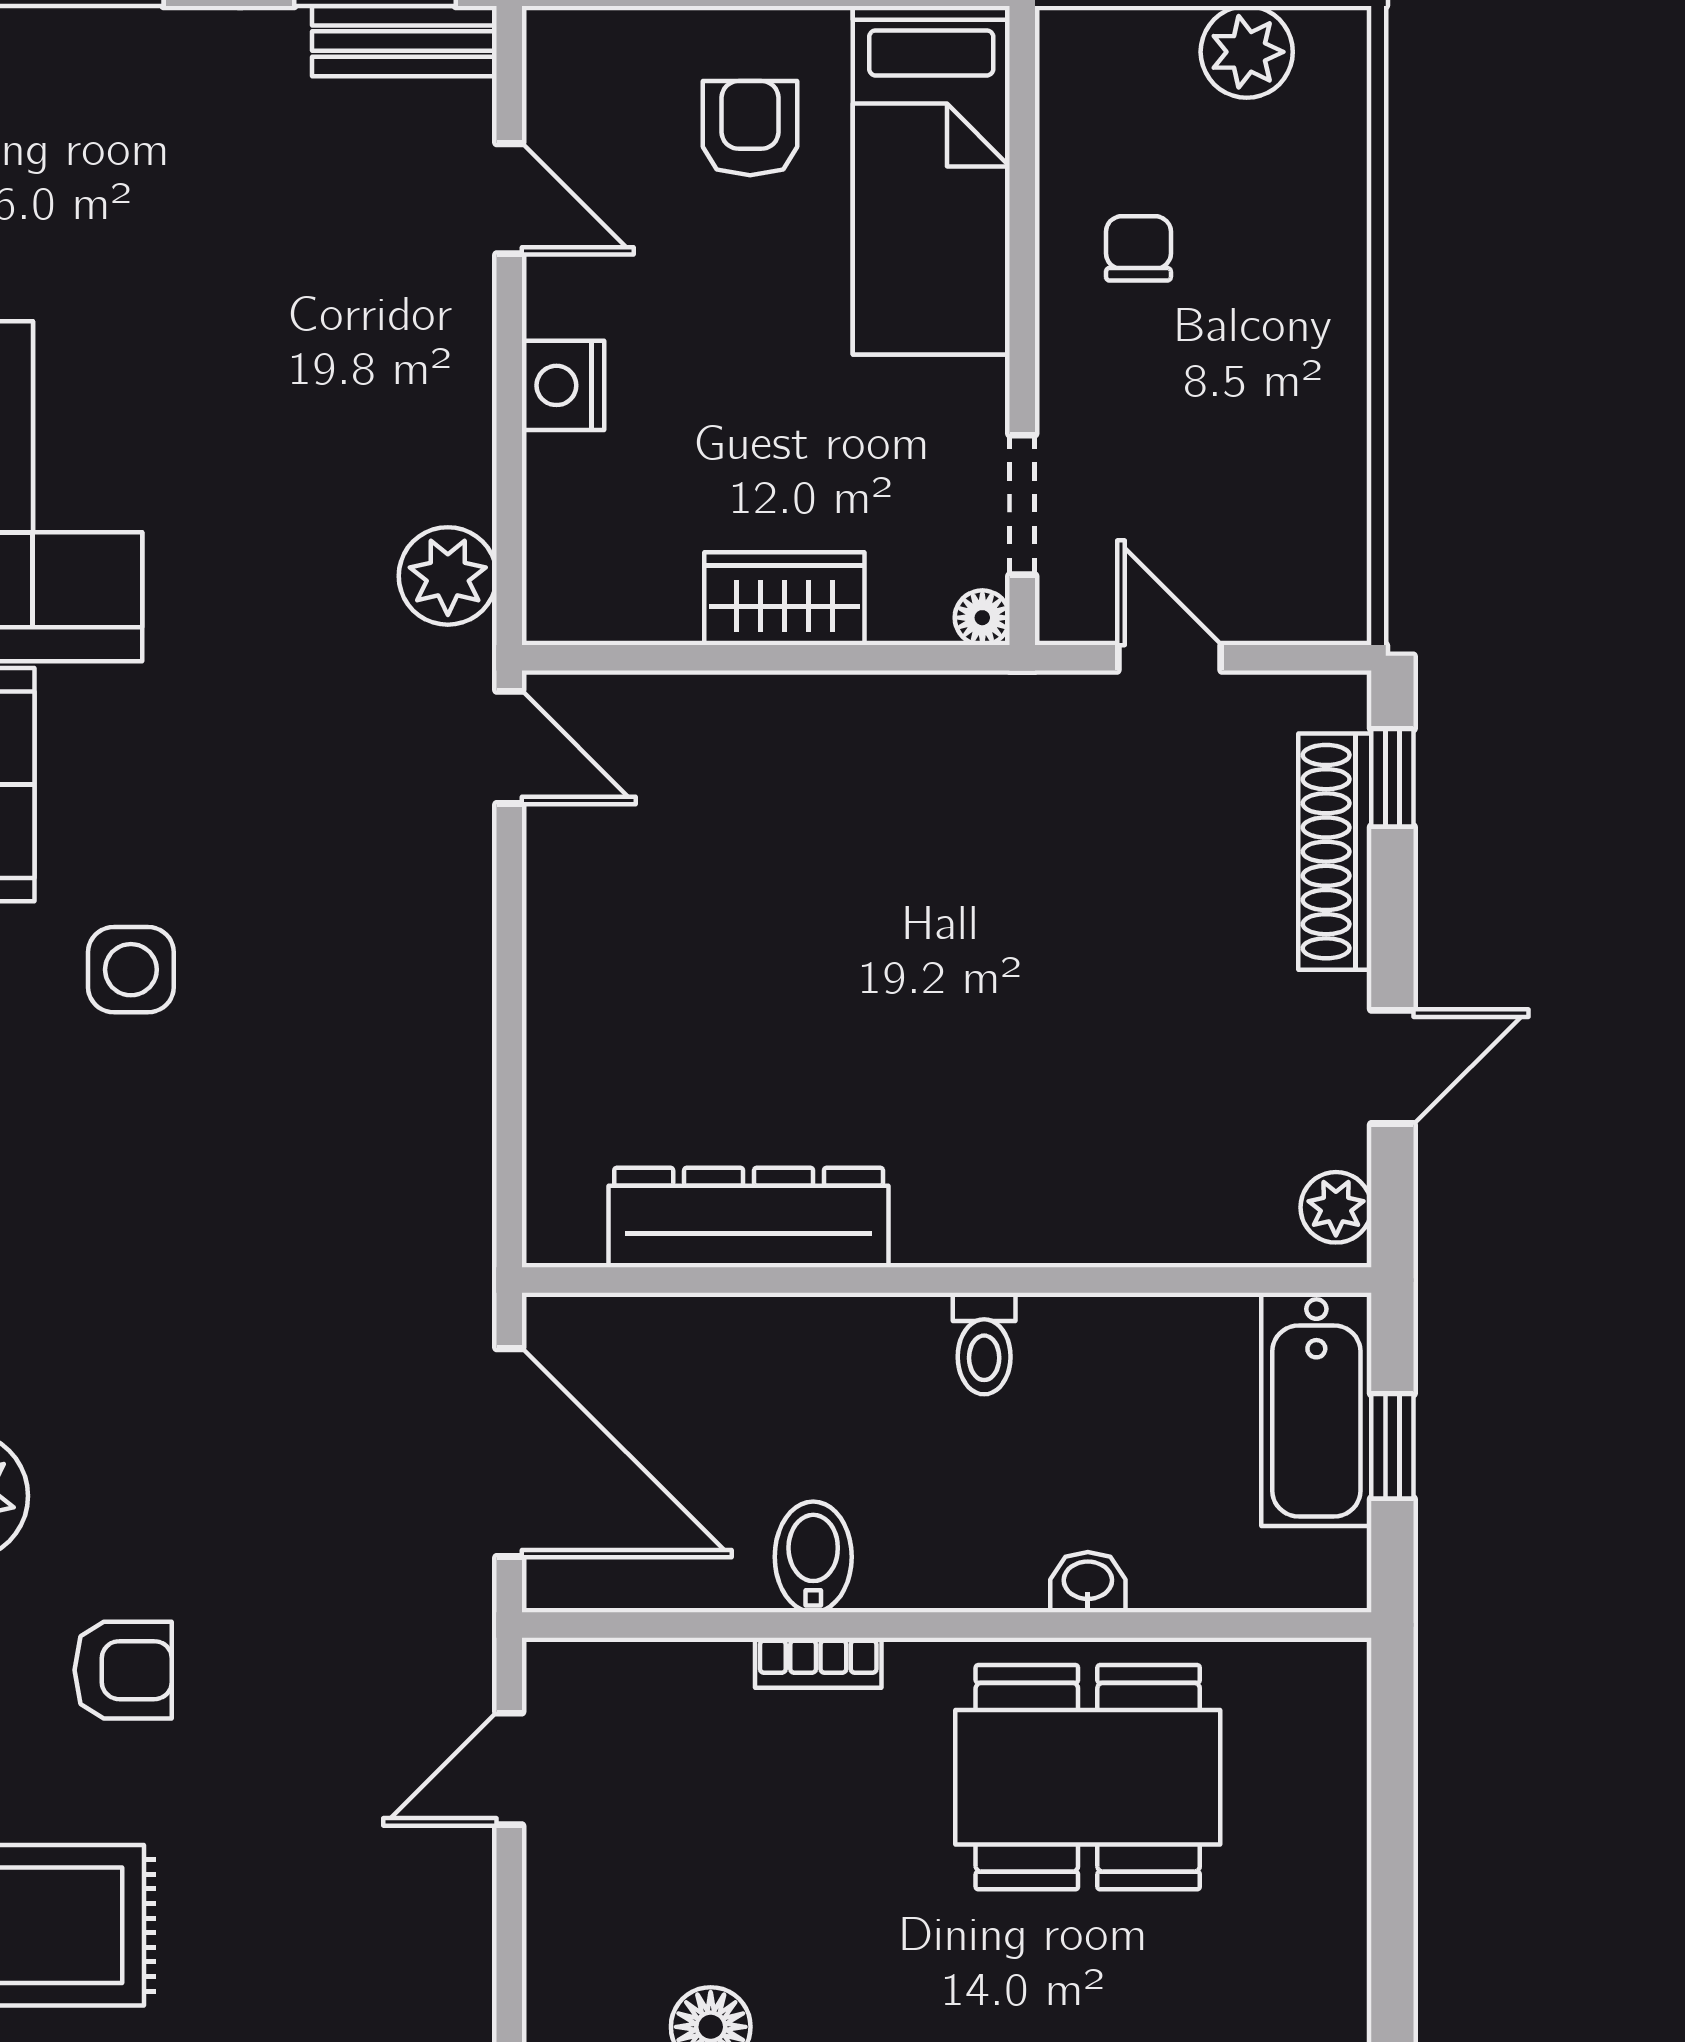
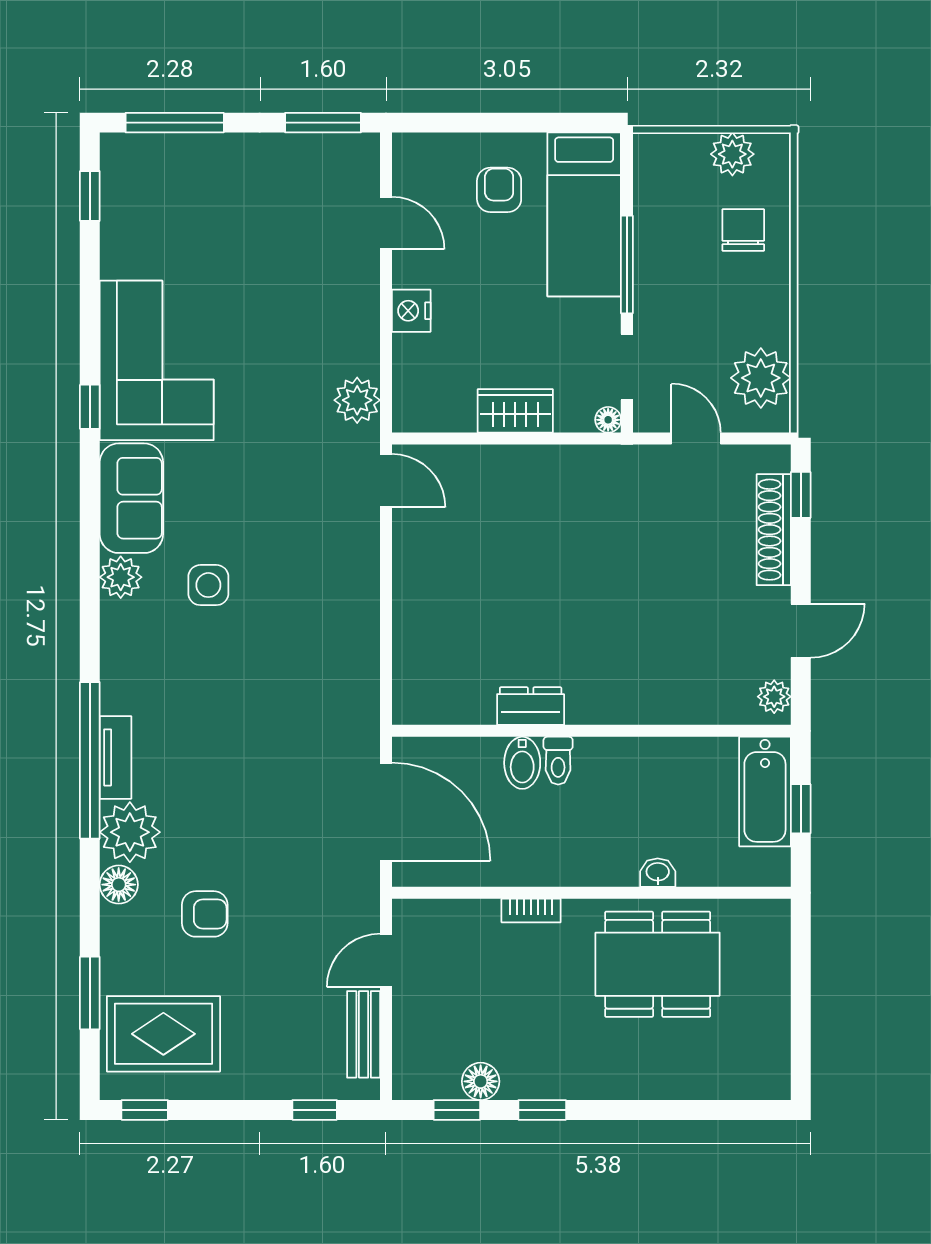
bench: (404, 41) -> (364, 1034), moved, turned 90
chair: (1138, 248) -> (743, 230), moved, width x1.37, depth x1.37
window: (1022, 287) -> (627, 264), added
plant: (1307, 529) -> (761, 378), added
dresser: (749, 1218) -> (531, 706), width x0.51, depth x0.80
toilet: (984, 1344) -> (558, 761), moved
bidet: (813, 1557) -> (522, 763), moved, turned 180

